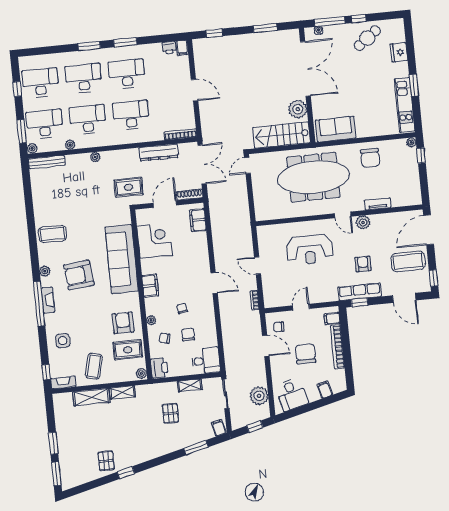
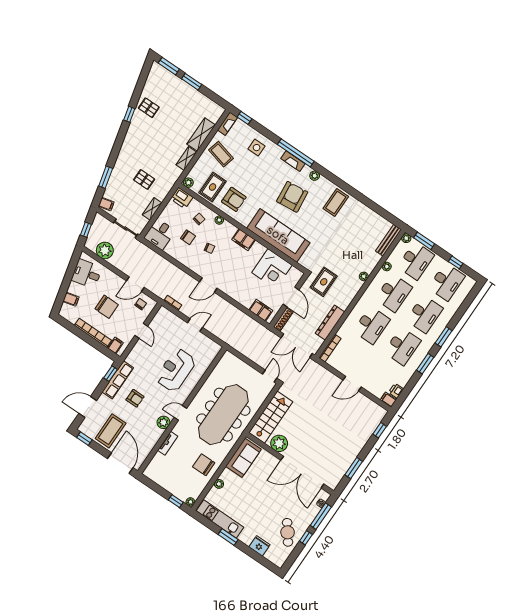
plant: (375, 131) -> (219, 484), added

